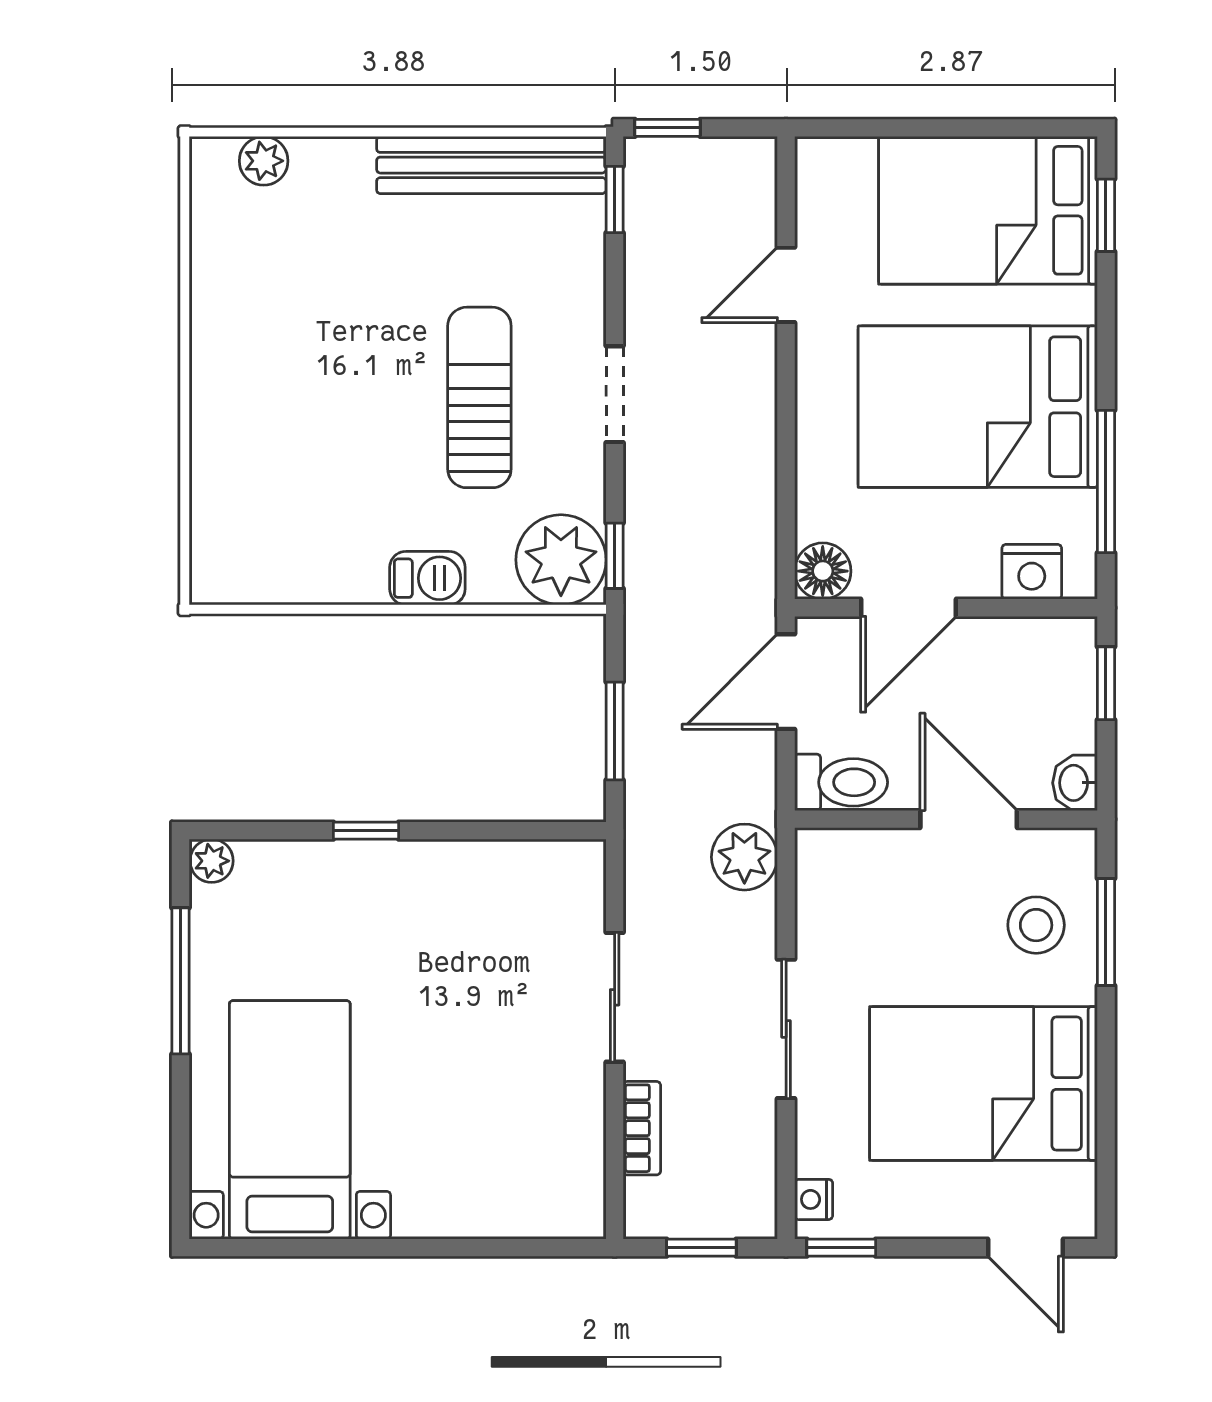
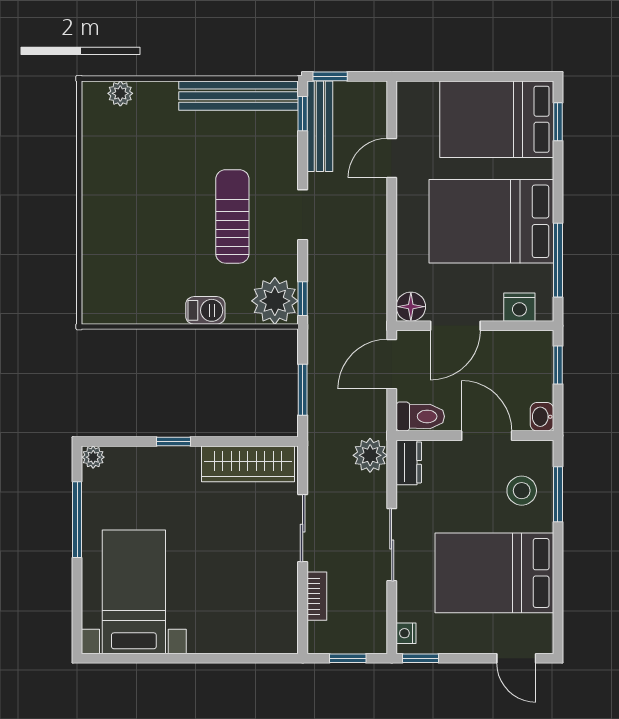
bench: (648, 224) -> (320, 126), added
dresser: (819, 871) -> (409, 462), added
wardrobe: (509, 874) -> (248, 464), added

